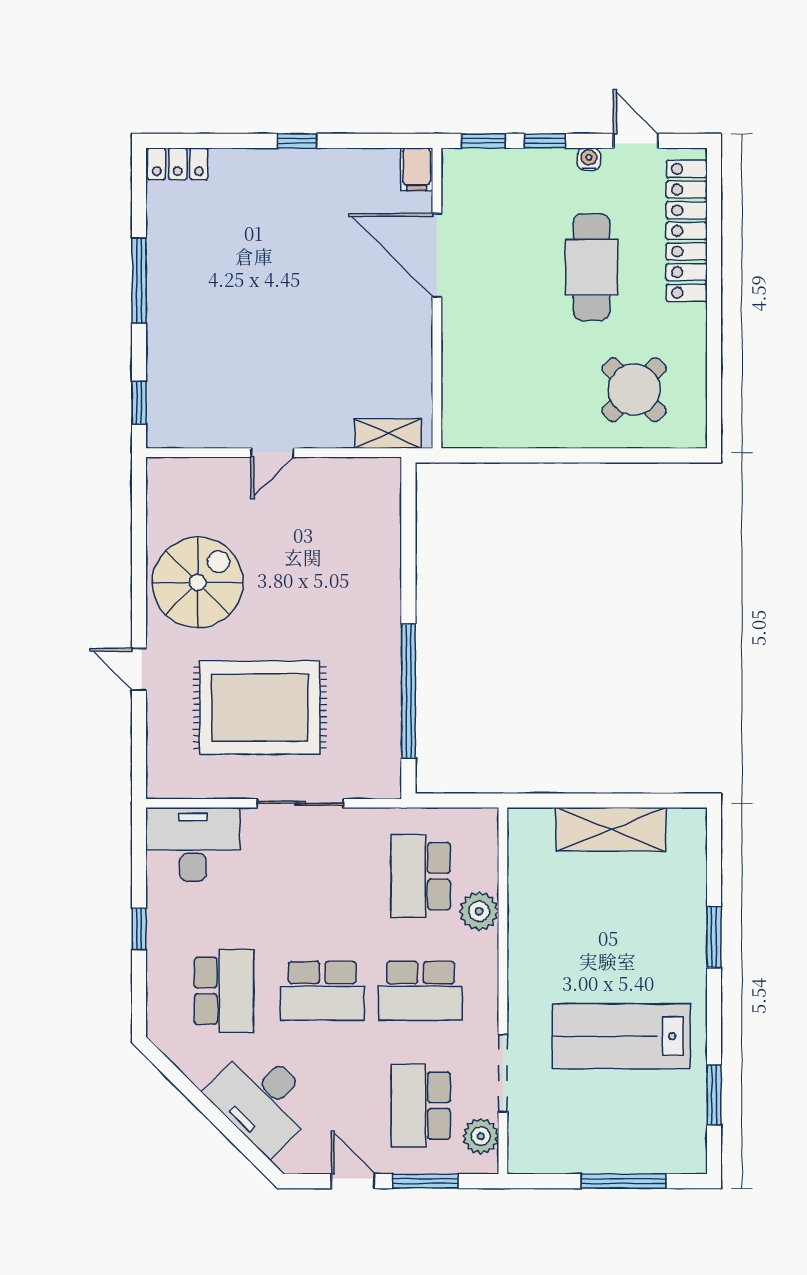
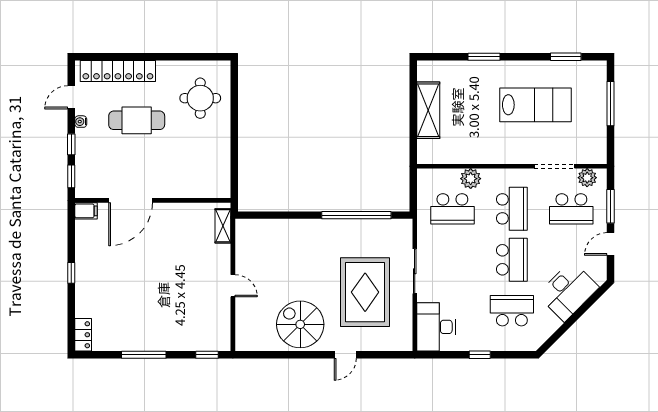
round table: (634, 390) -> (200, 98), turned 45
lab bench: (621, 1036) -> (535, 105), turned -90

